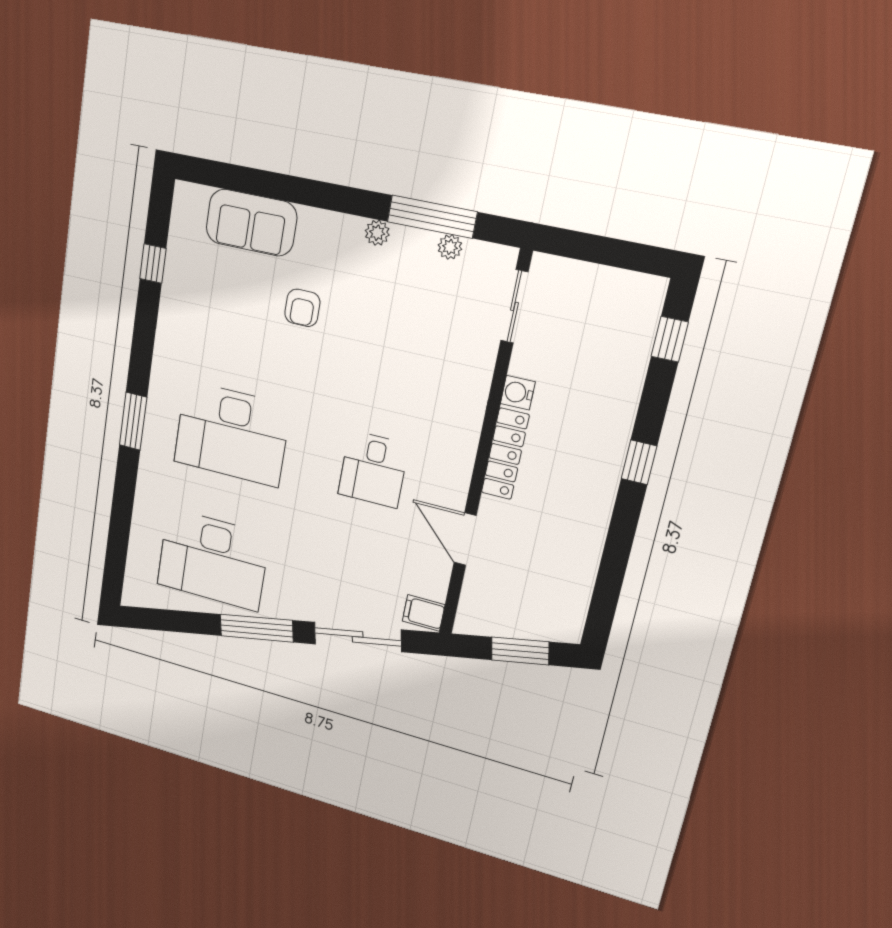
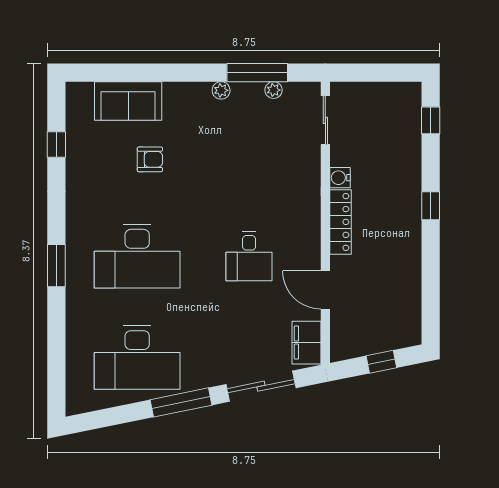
armchair: (302, 308) -> (150, 159), moved, turned -90
filing cabinet: (424, 613) -> (307, 343), width x2.00
window: (520, 651) -> (381, 362), width x0.67

